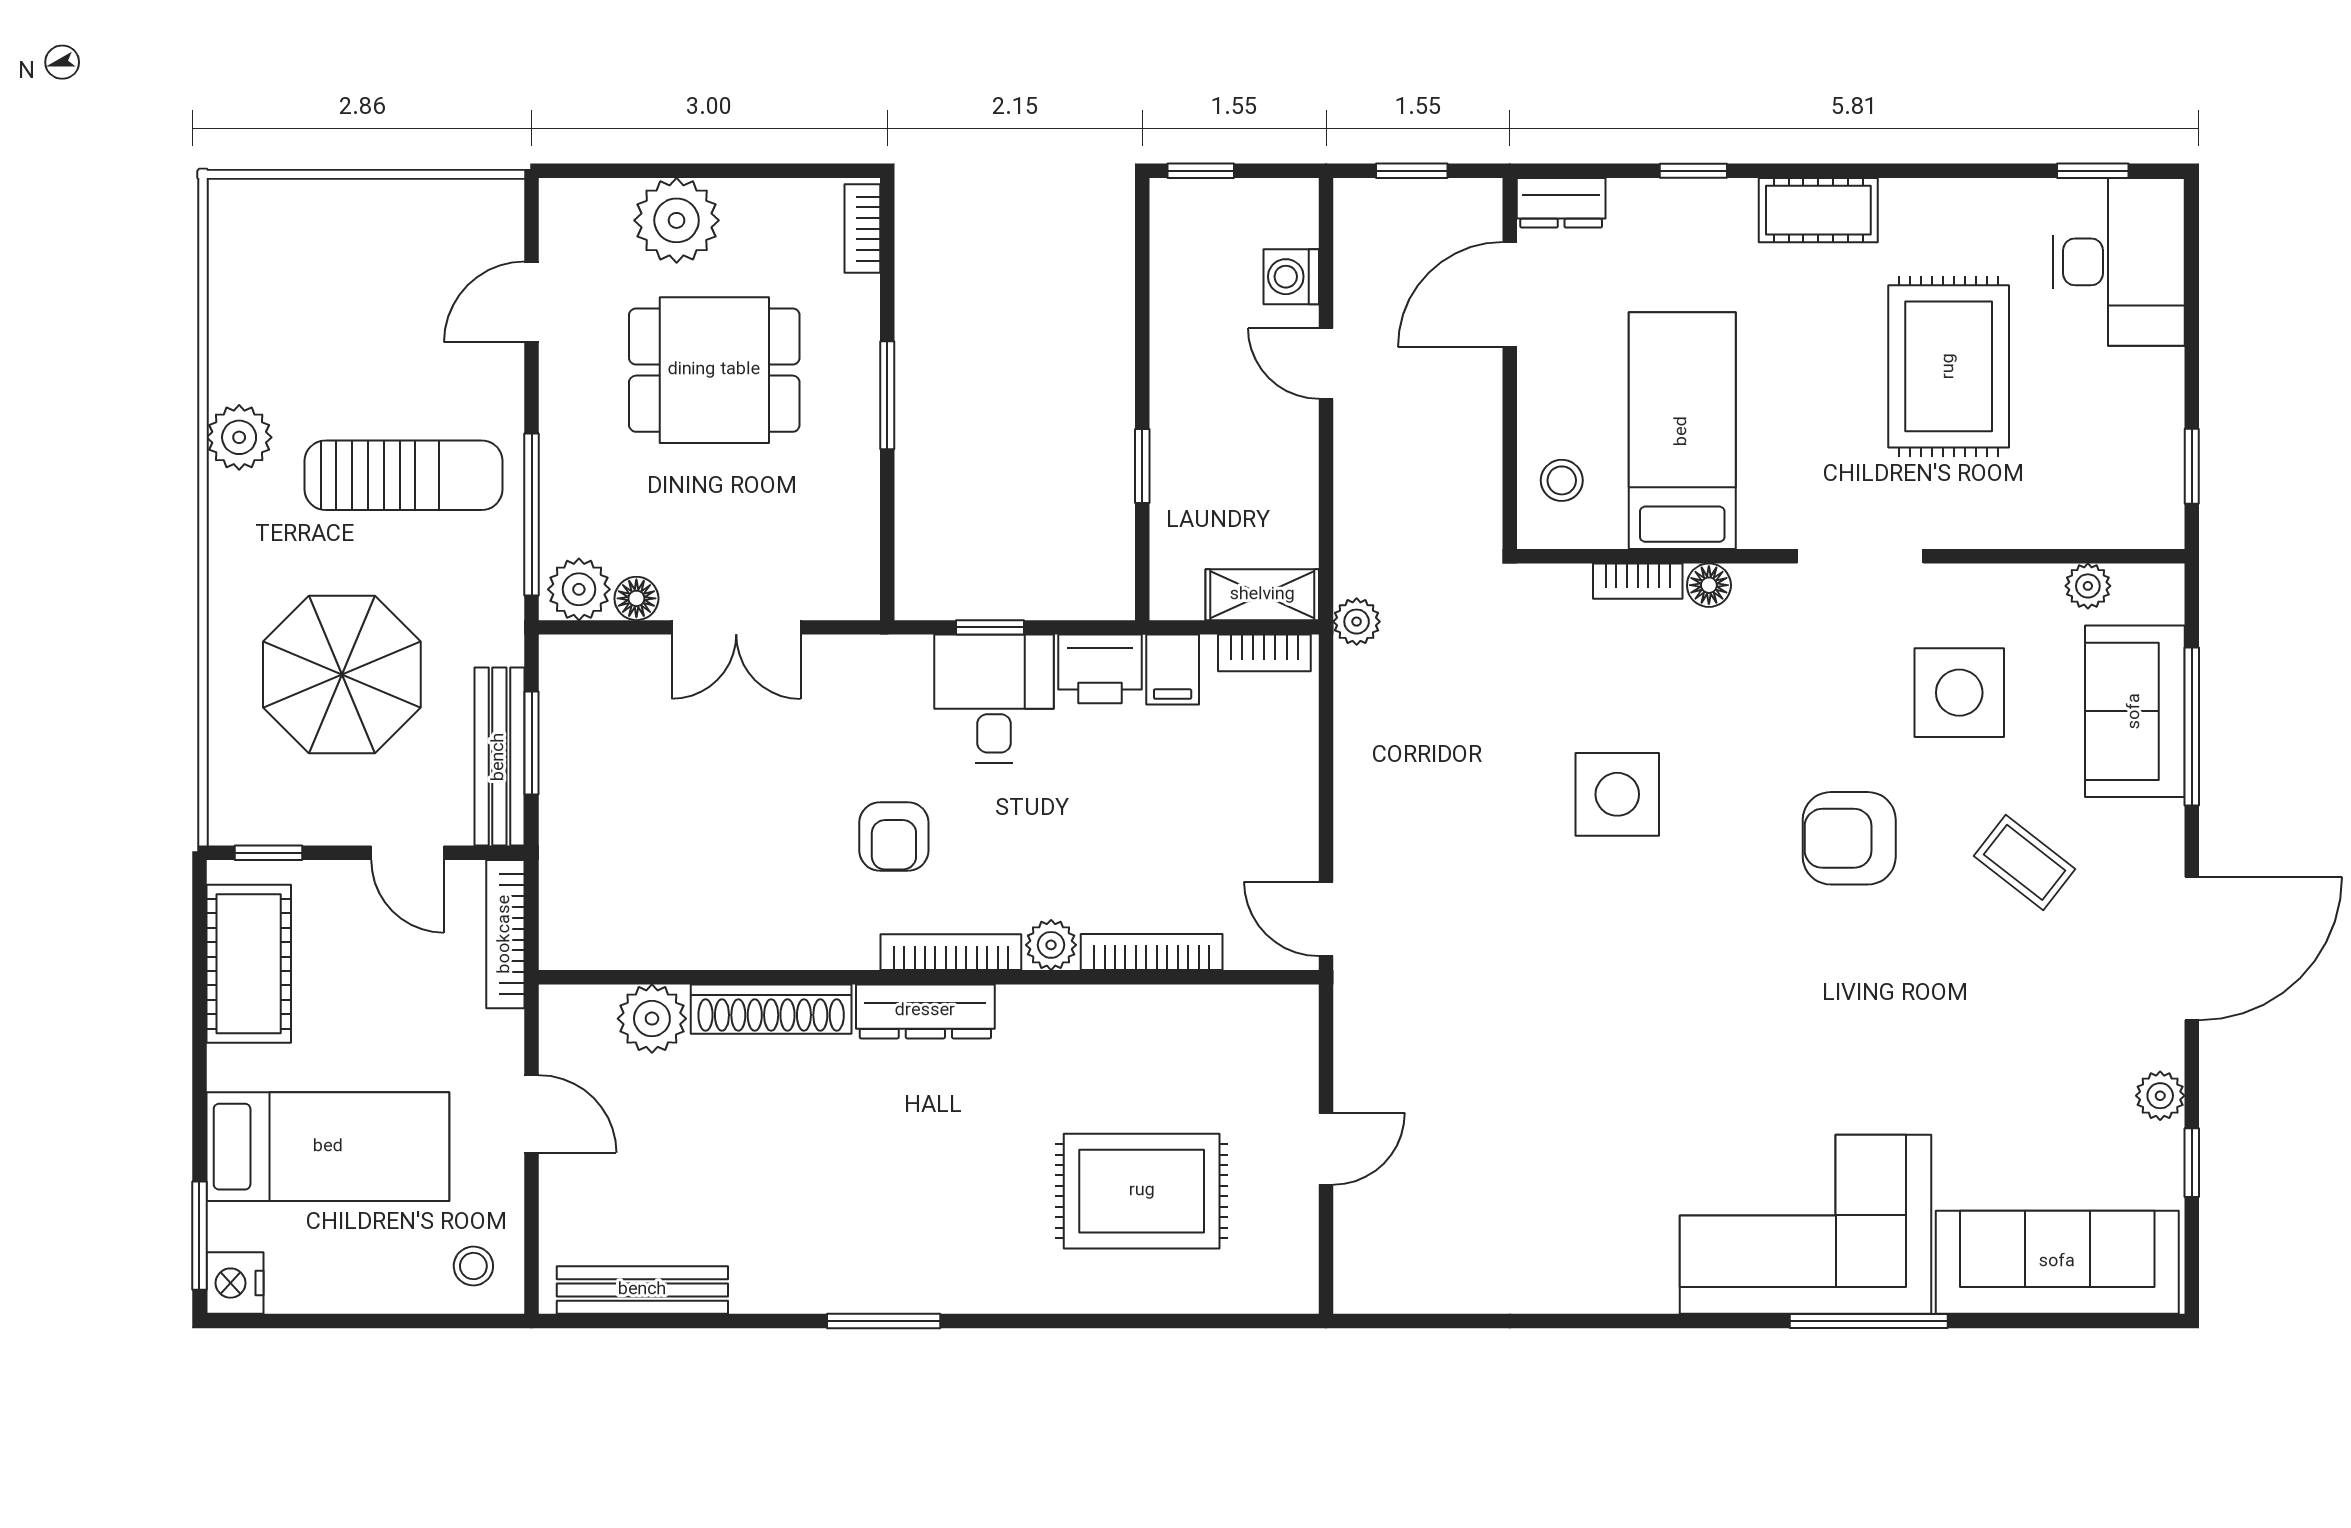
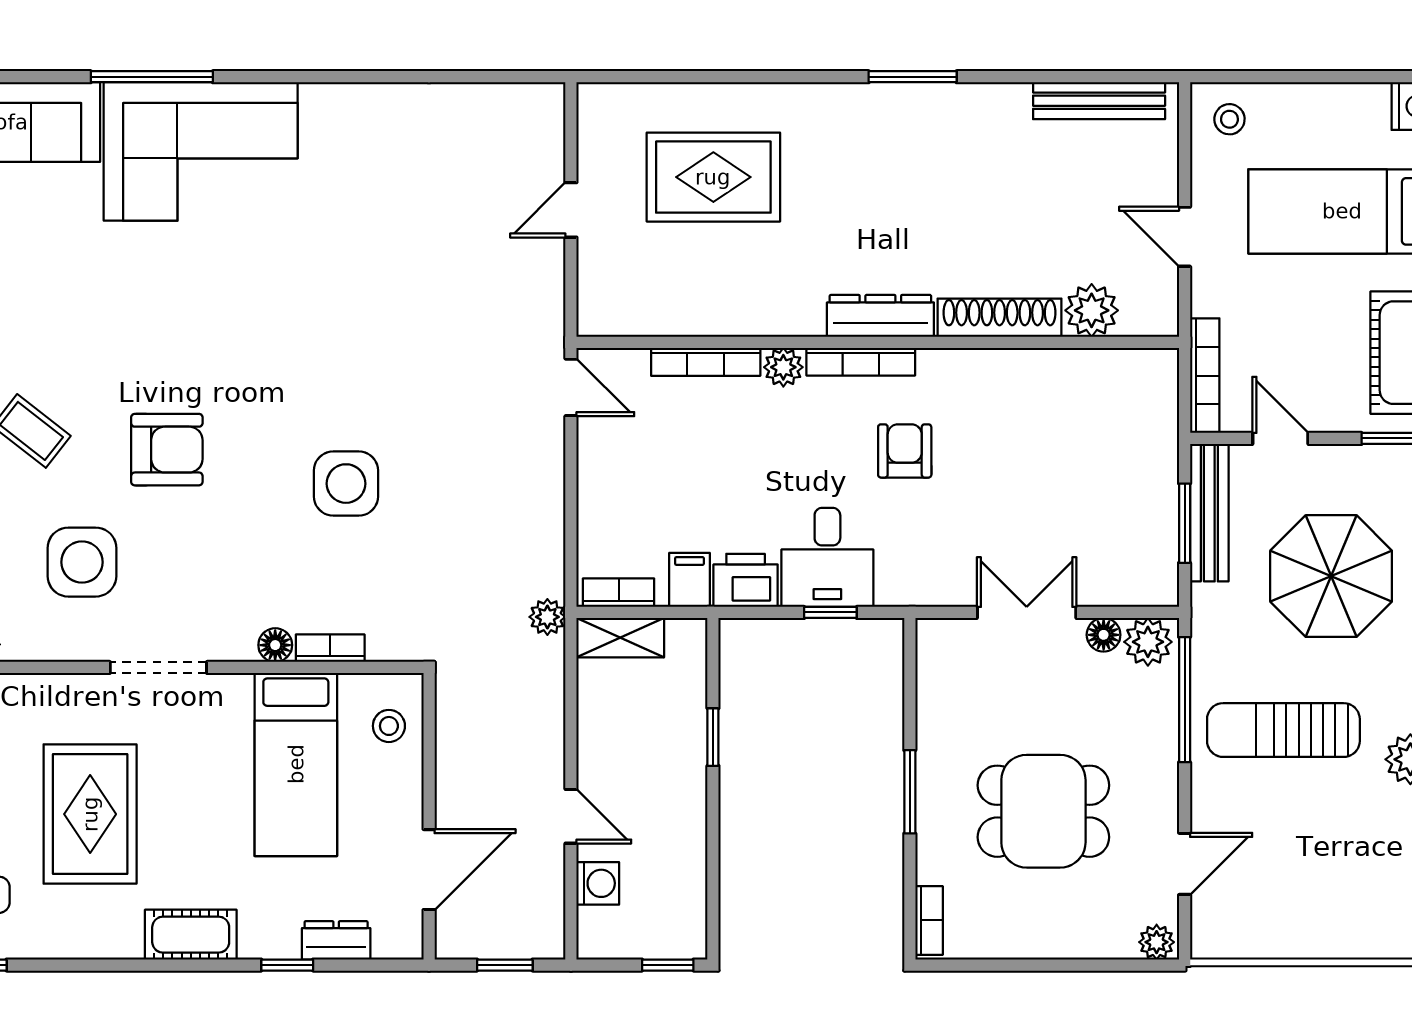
dresser: (1561, 203) -> (336, 940), moved
plant: (677, 220) -> (1157, 942), moved, width x0.53, depth x0.53

